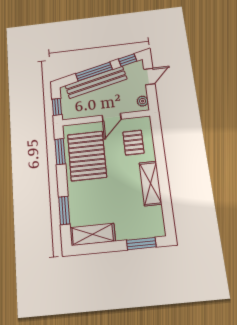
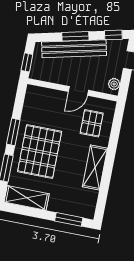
window: (94, 72) -> (75, 36), width x0.69
window: (60, 152) -> (13, 132), moved
pallet: (87, 156) -> (40, 152), moved

